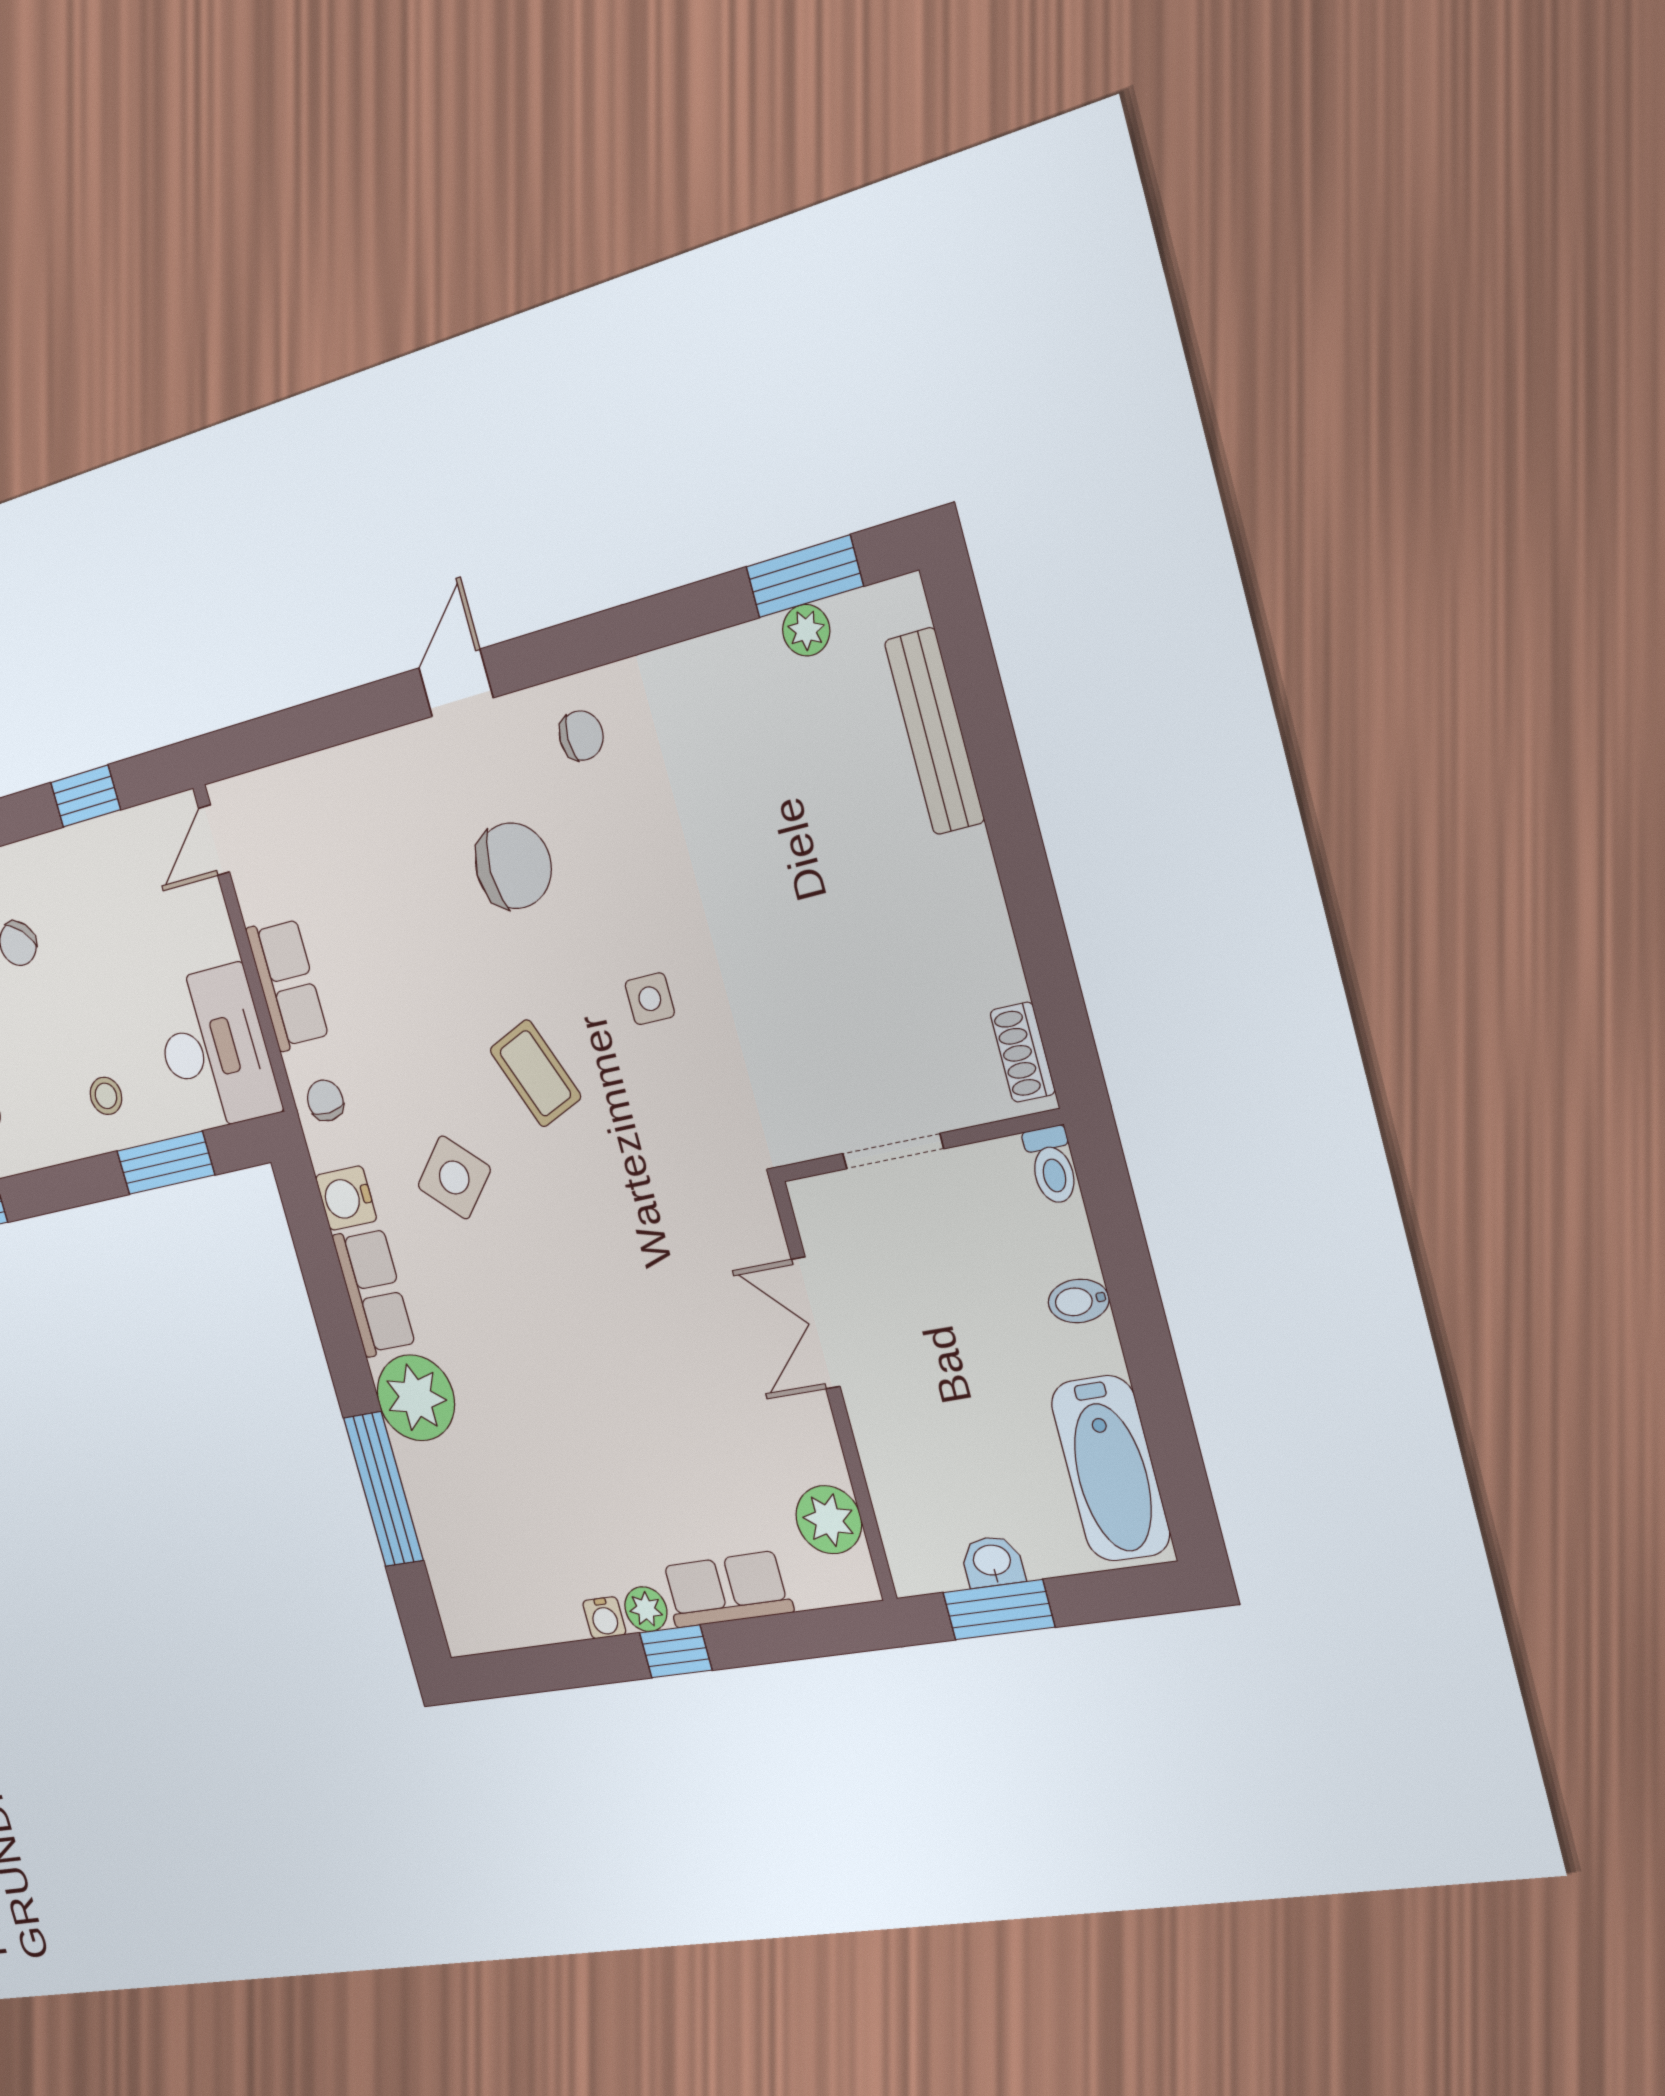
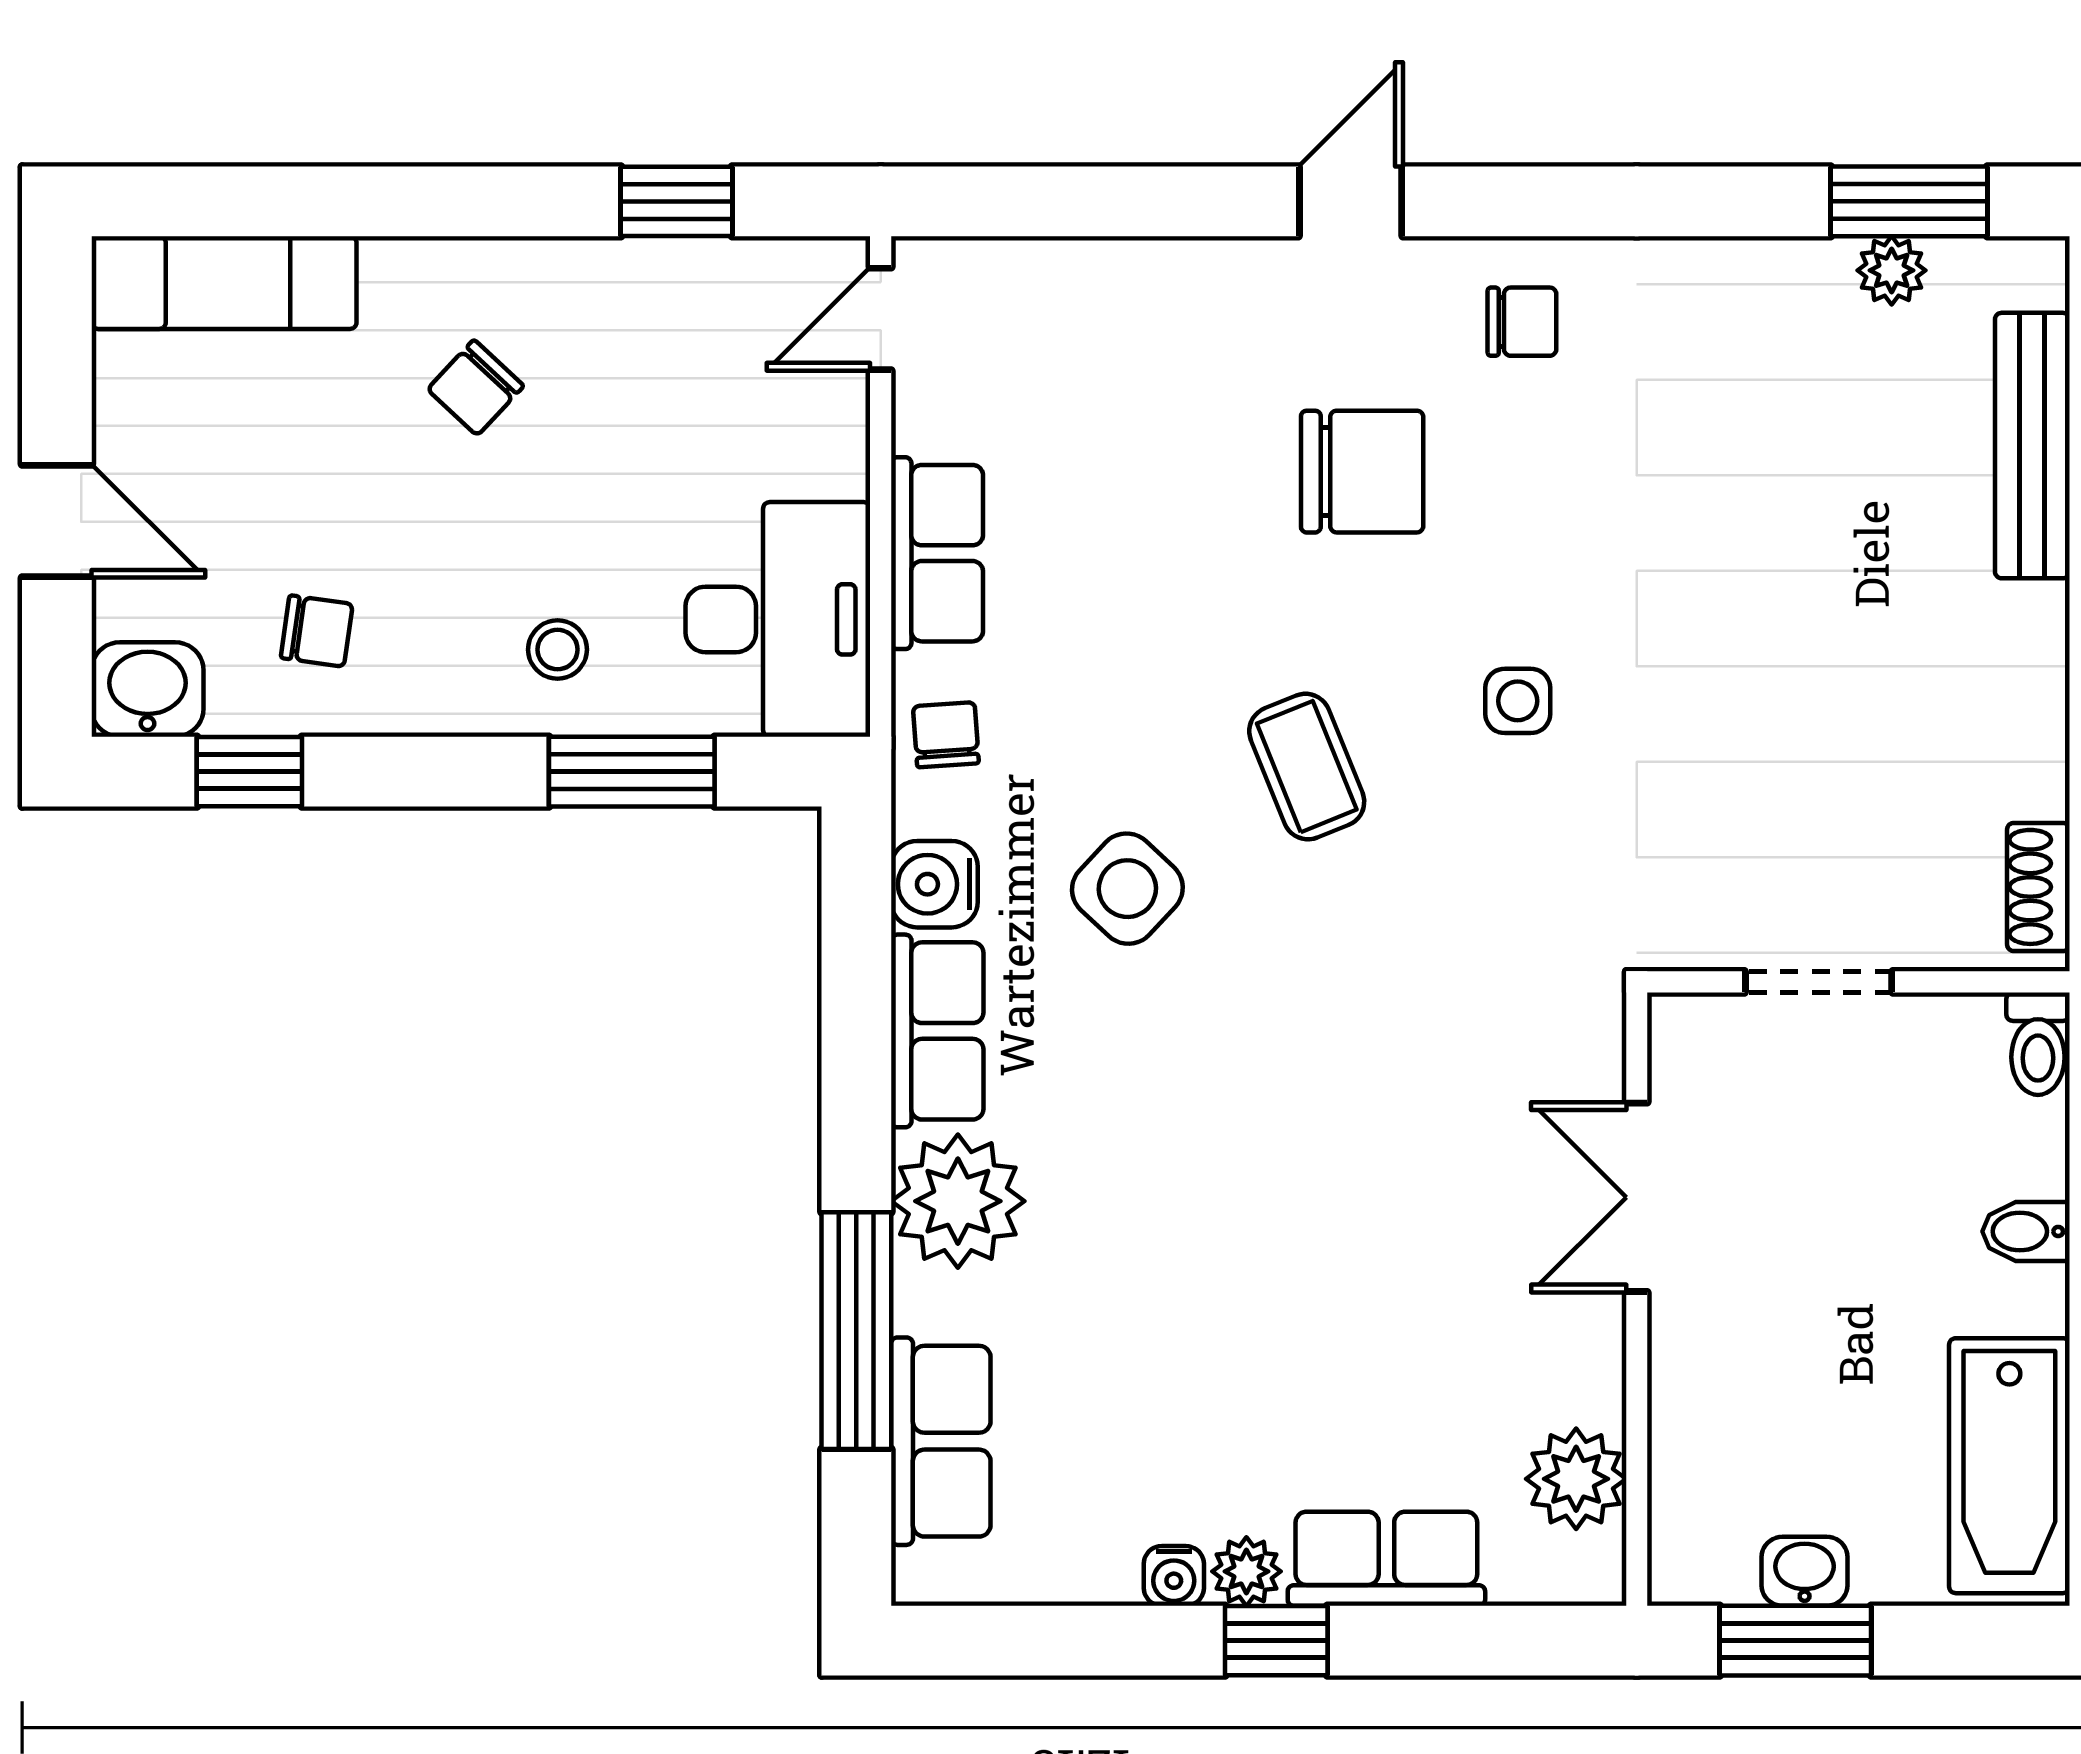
row of seats: (449, 1551) -> (941, 1441), added

